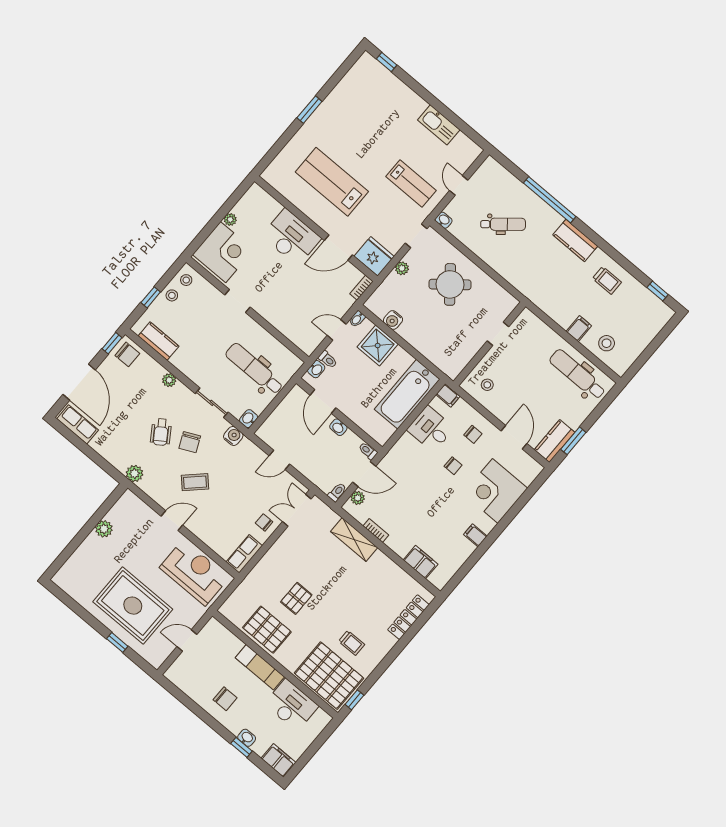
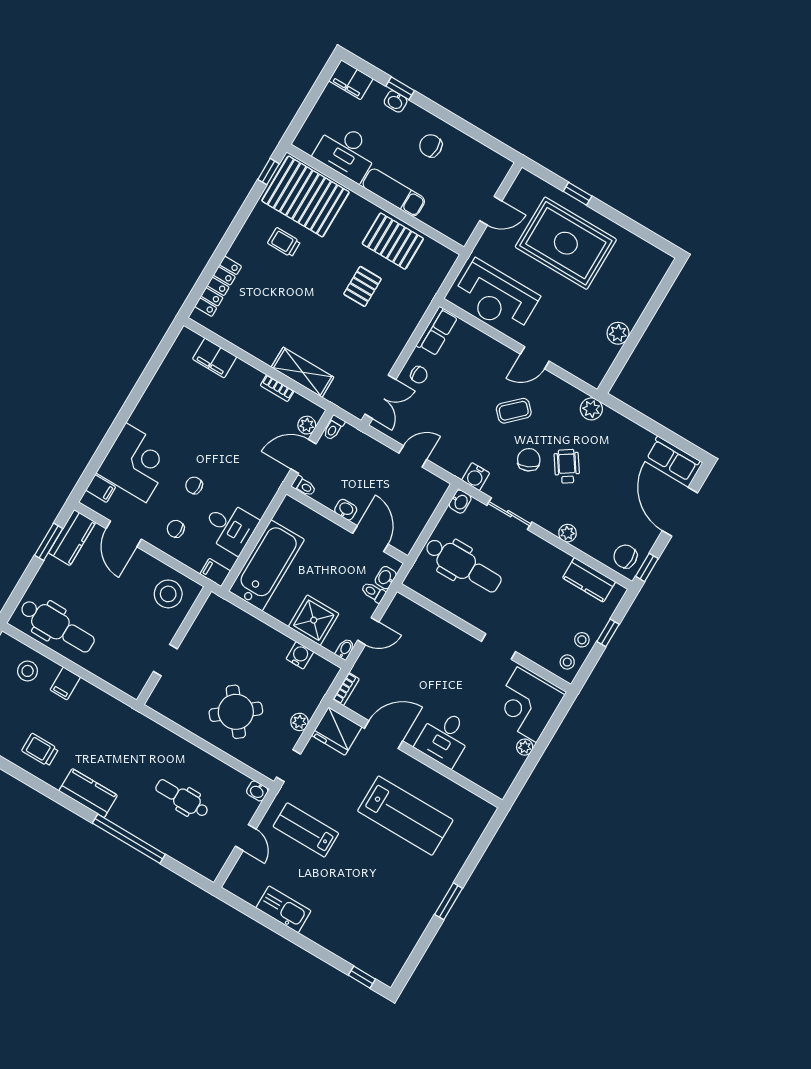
dental chair: (503, 224) -> (182, 798), turned 40
desk: (291, 237) -> (444, 738), width x0.73
stool: (487, 385) -> (168, 594), width x1.89, depth x1.89
filing cabinet: (475, 535) -> (101, 489), moved

